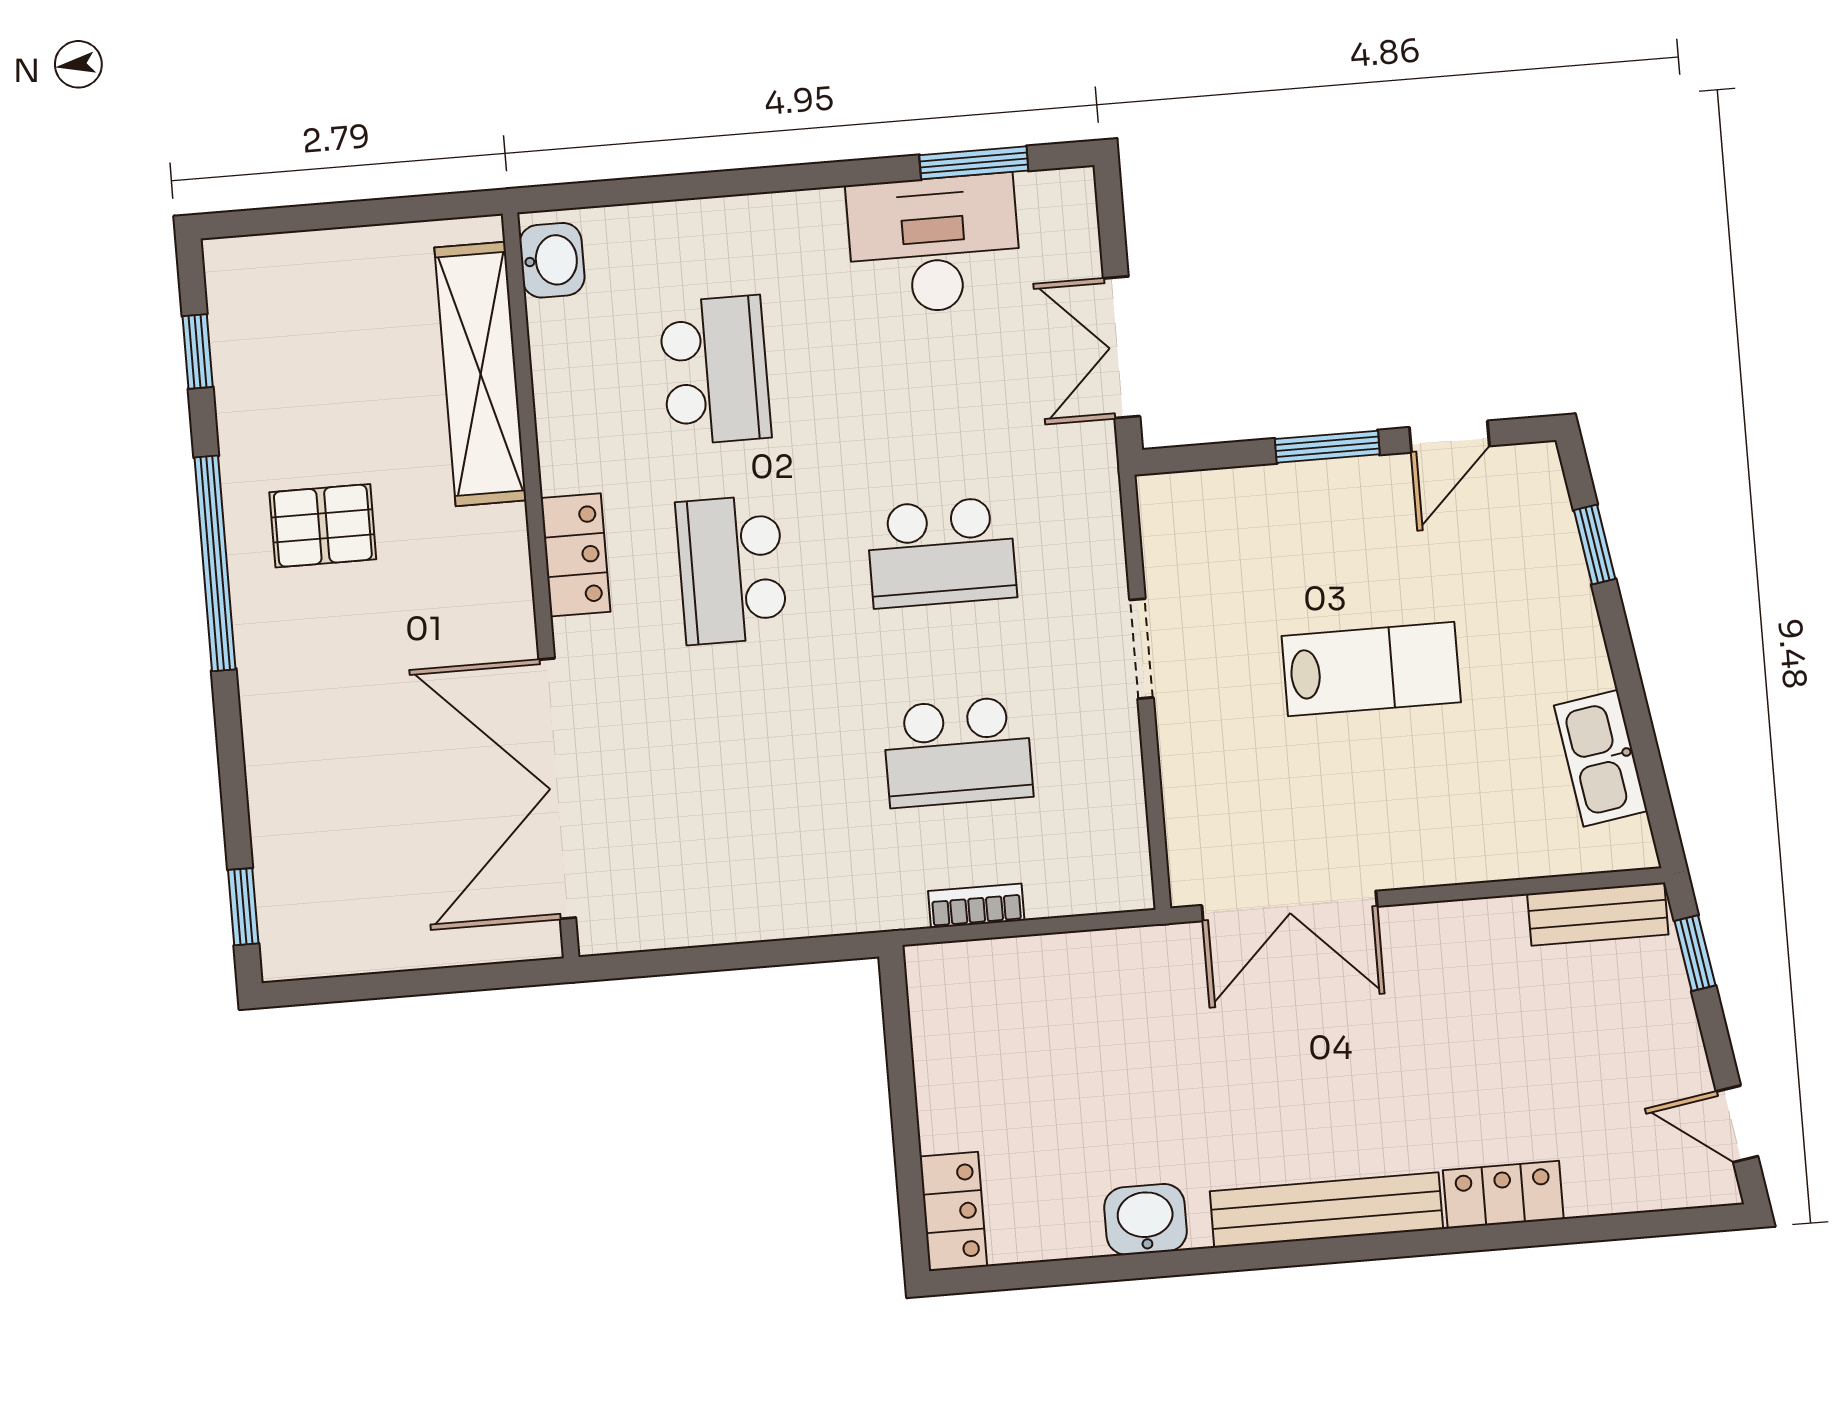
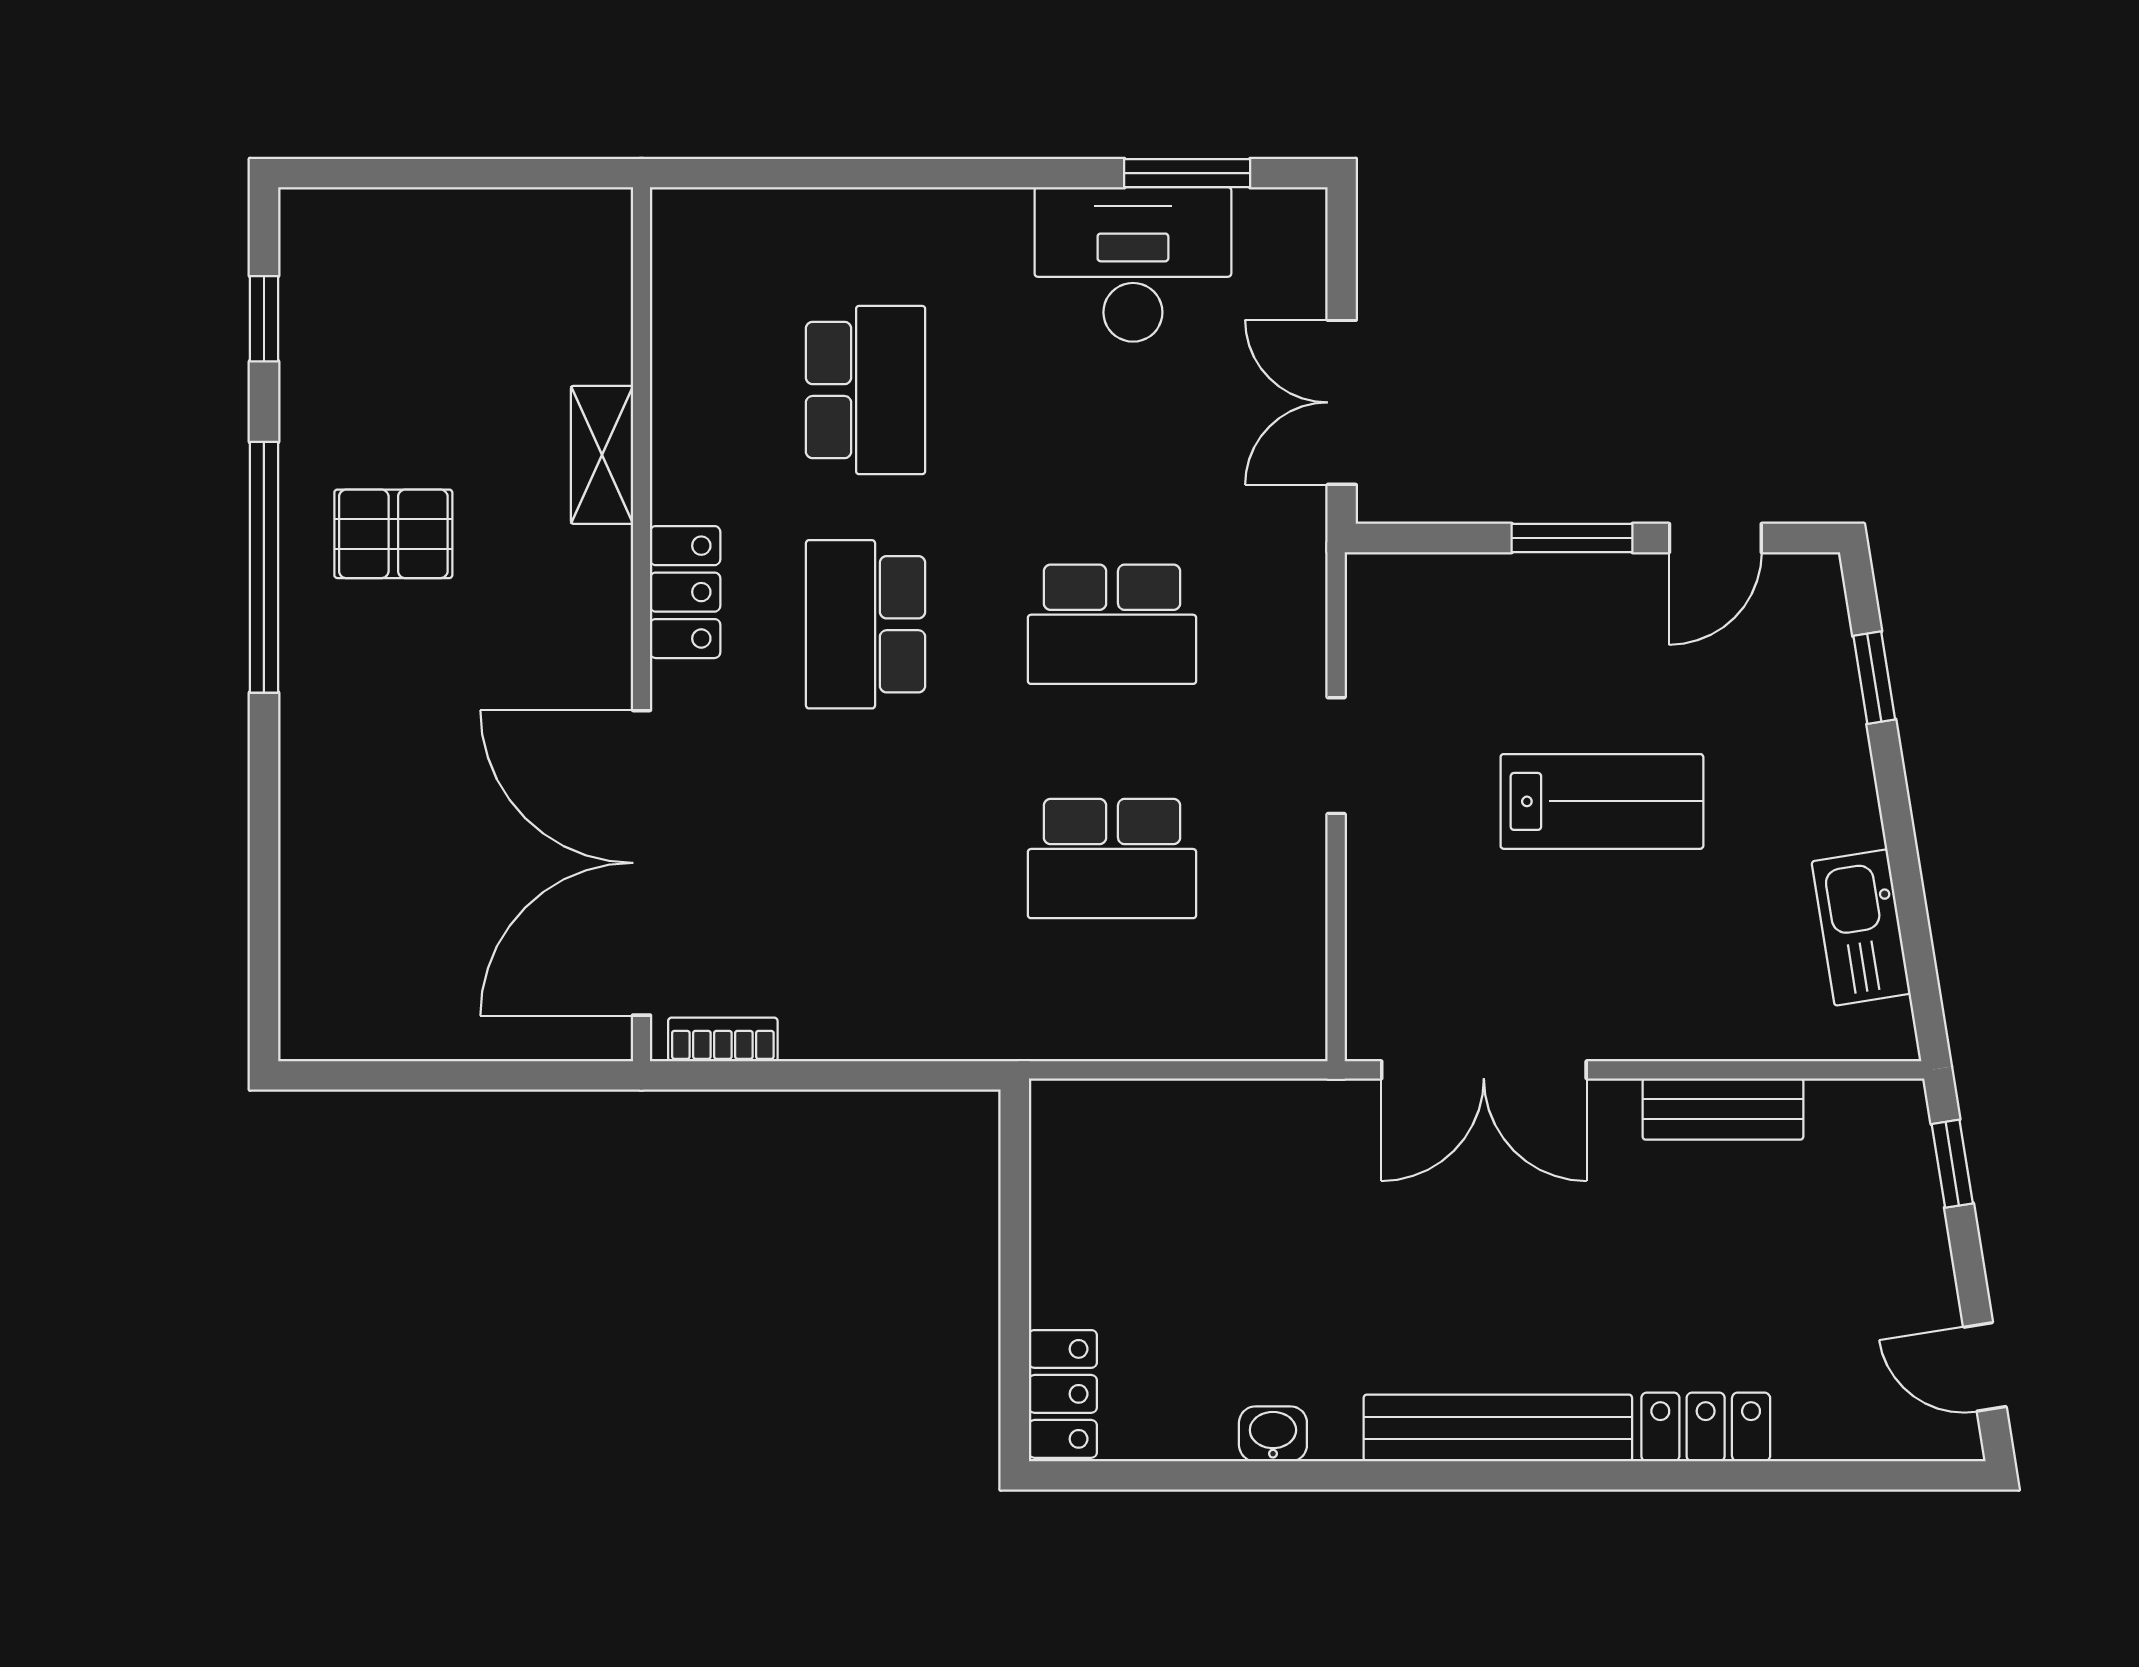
washbasin: (552, 260) -> (686, 246), removed
shelving: (480, 374) -> (602, 455), width x0.45, depth x0.75
bookcase: (976, 906) -> (723, 1040), moved
window: (243, 907) -> (264, 970), removed
bench: (1598, 914) -> (1723, 1109), moved
washbasin: (1145, 1219) -> (1273, 1434), width x0.72, depth x0.69

